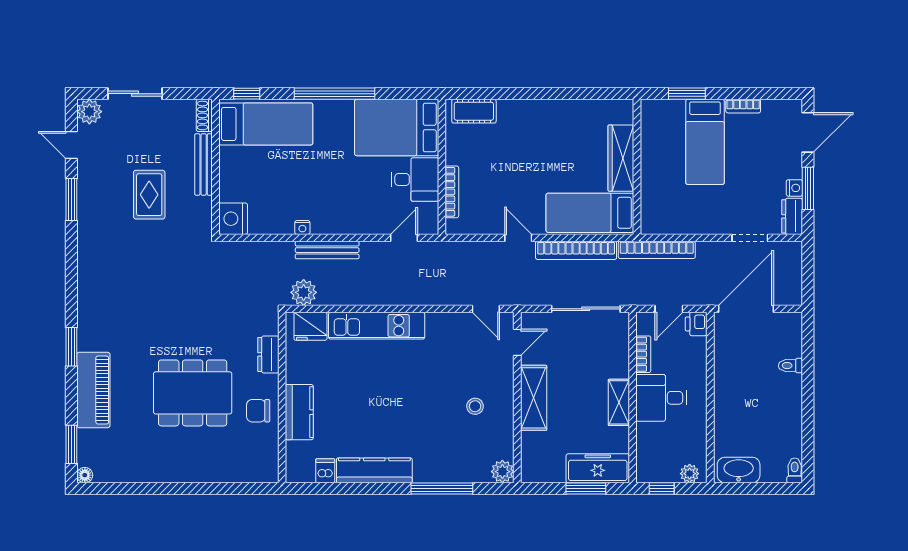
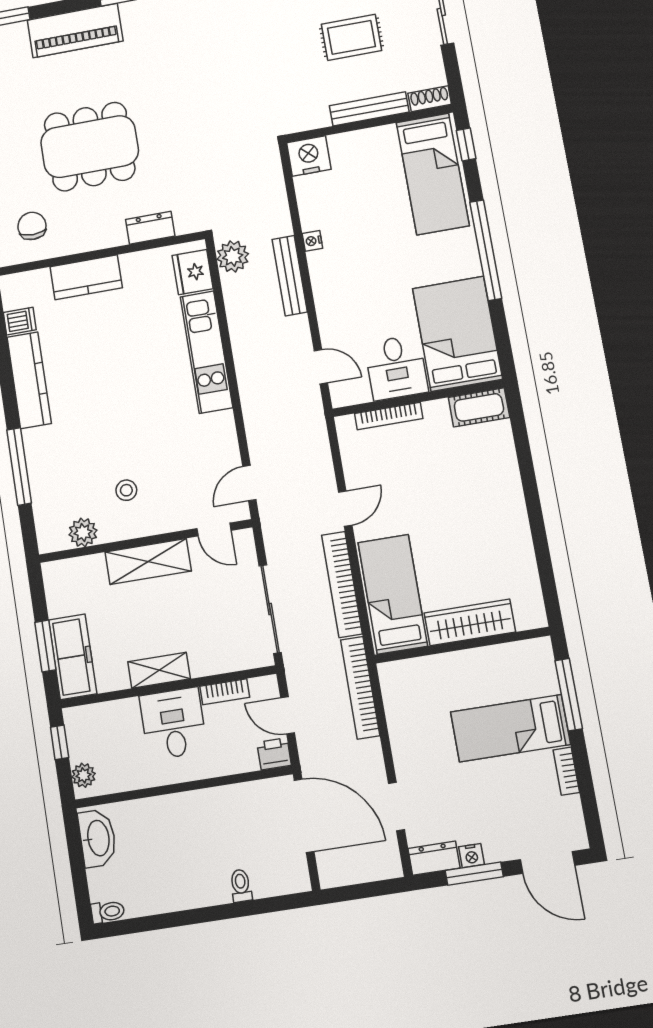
window: (687, 94) -> (569, 695), width x1.44
cot: (474, 111) -> (479, 407), moved, turned 90
rug: (149, 195) -> (351, 37), moved
dining table: (193, 393) -> (90, 147), turned 90
chair: (258, 411) -> (32, 226), moved
plant: (502, 472) -> (83, 532), moved

